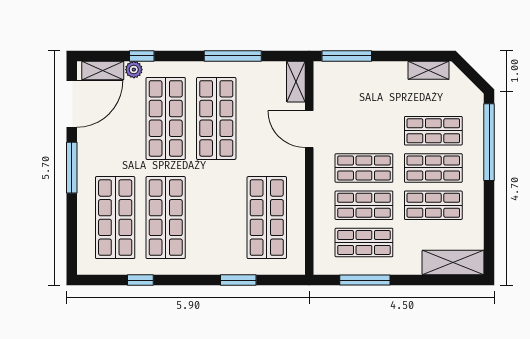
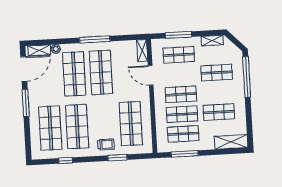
window: (142, 56) -> (60, 41), removed
window: (233, 56) -> (95, 39), moved
window: (347, 56) -> (178, 35), moved
shop shelf: (433, 168) -> (179, 55), moved
trolley: (218, 254) -> (106, 144), added

